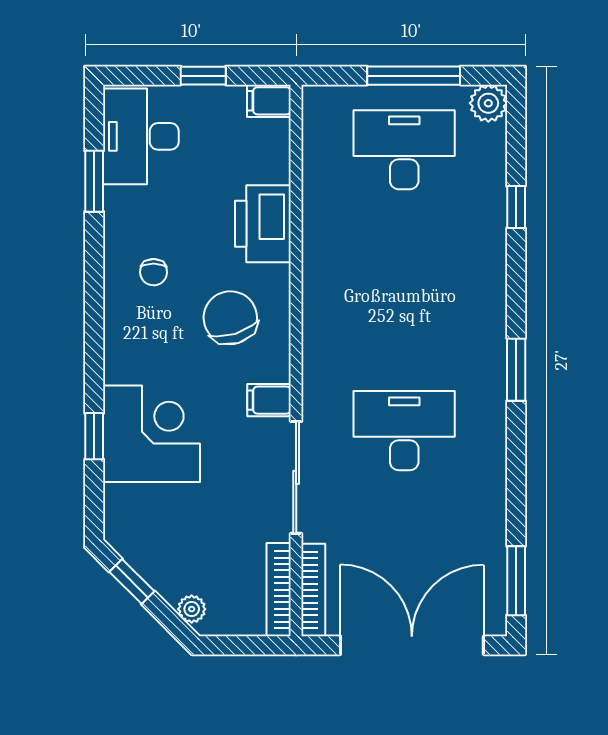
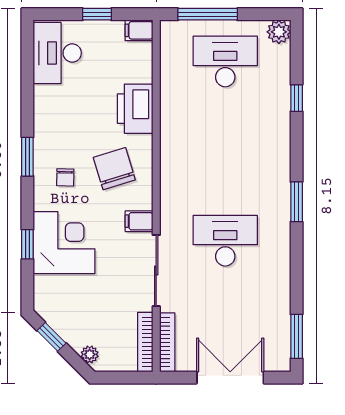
window: (414, 76) -> (208, 14), moved
window: (94, 181) -> (27, 157), moved
chair: (154, 272) -> (65, 177), moved
double door: (412, 645) -> (230, 378), width x0.73

